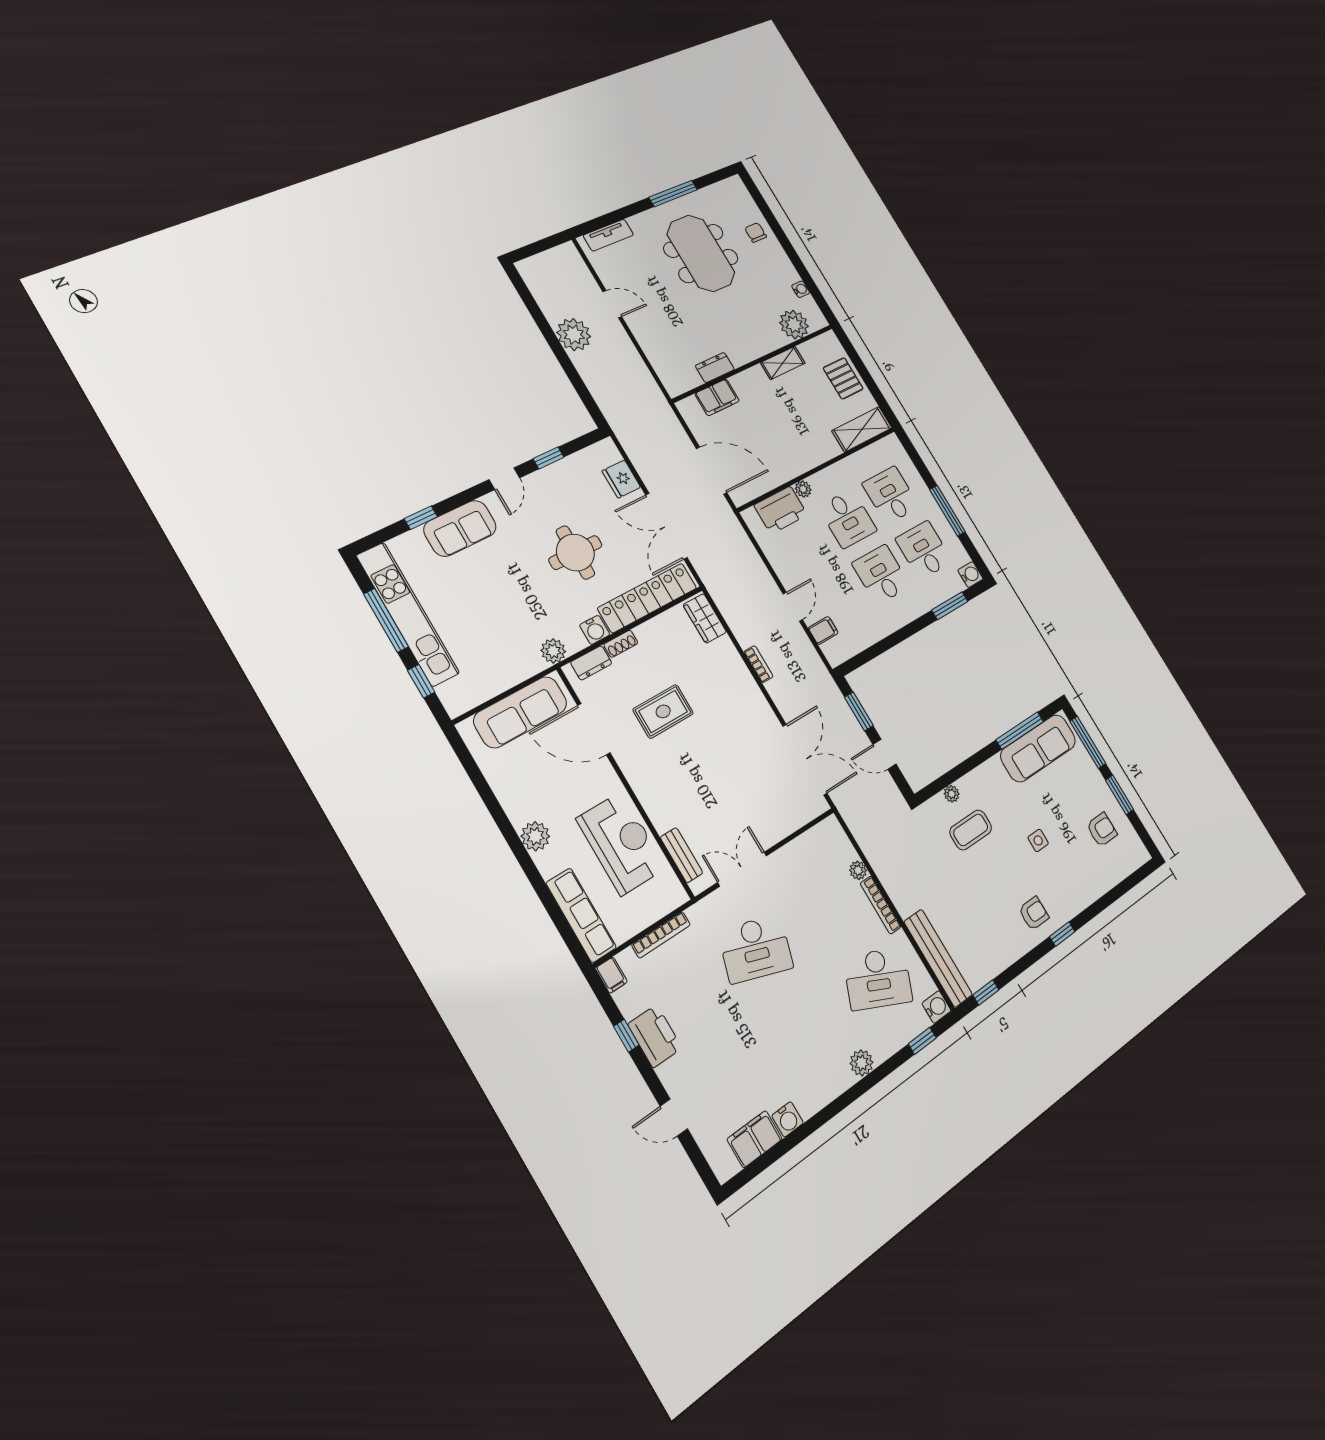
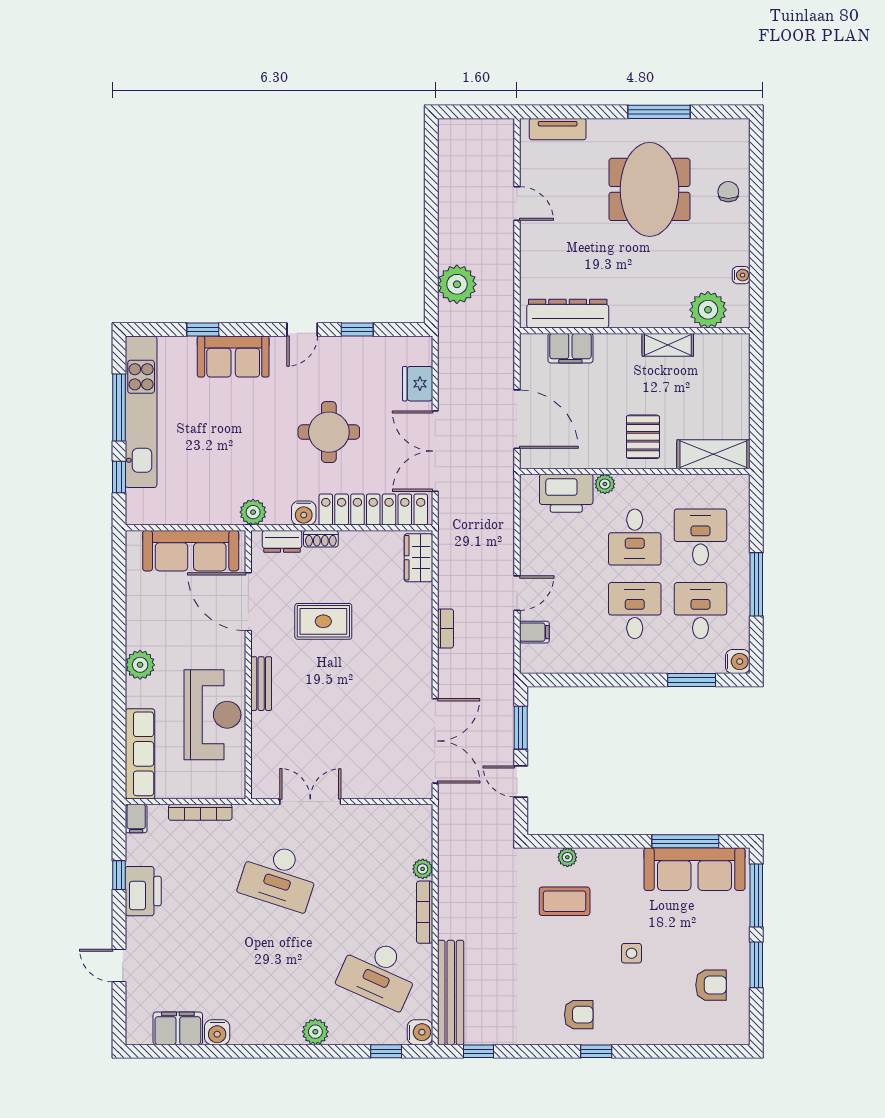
plant: (574, 335) -> (457, 284), moved
dresser: (715, 368) -> (568, 314), width x1.96, depth x1.24
pallet: (843, 378) -> (643, 437), moved
bench: (682, 855) -> (261, 684), moved

